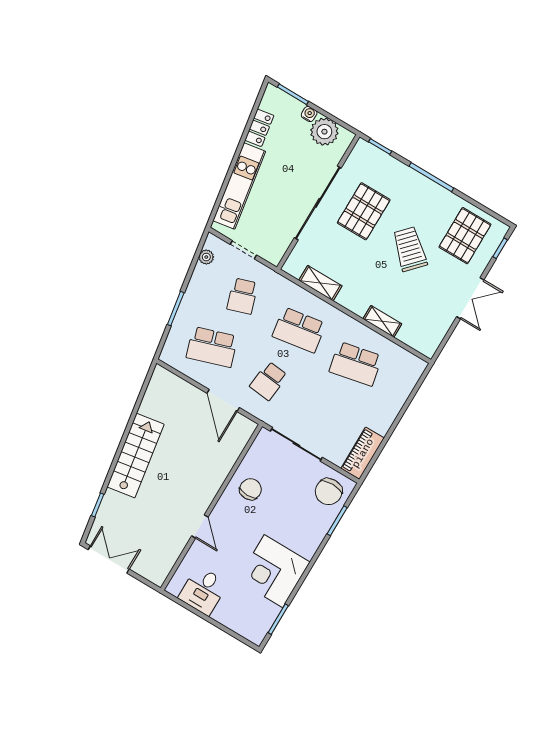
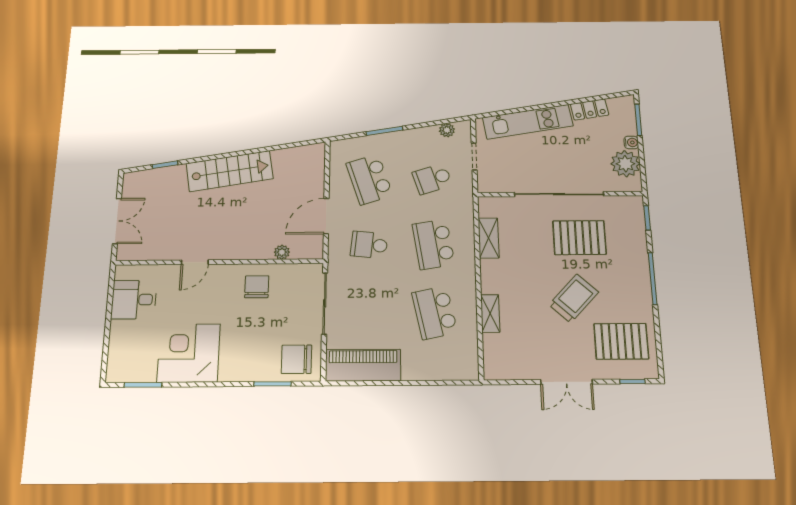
plant: (233, 453) -> (282, 252), added
piano: (363, 453) -> (363, 365), width x1.37, depth x1.33
chair: (250, 489) -> (257, 287), turned -90
double door: (109, 559) -> (117, 221), moved

